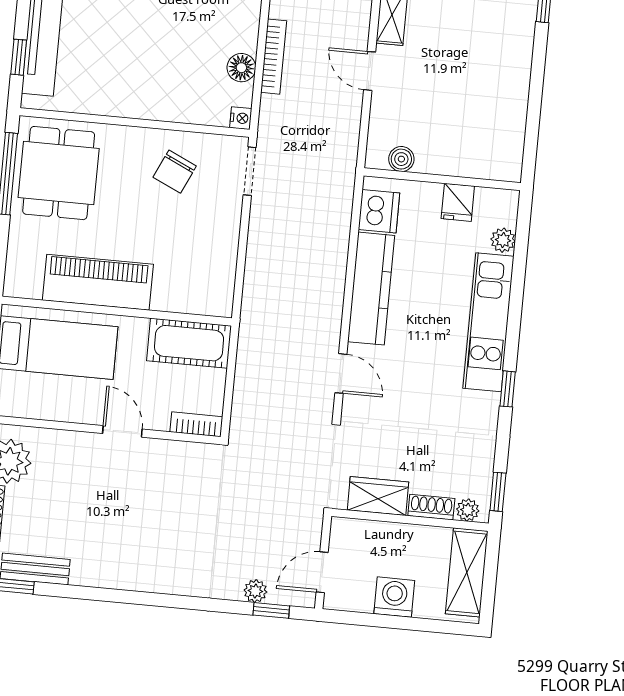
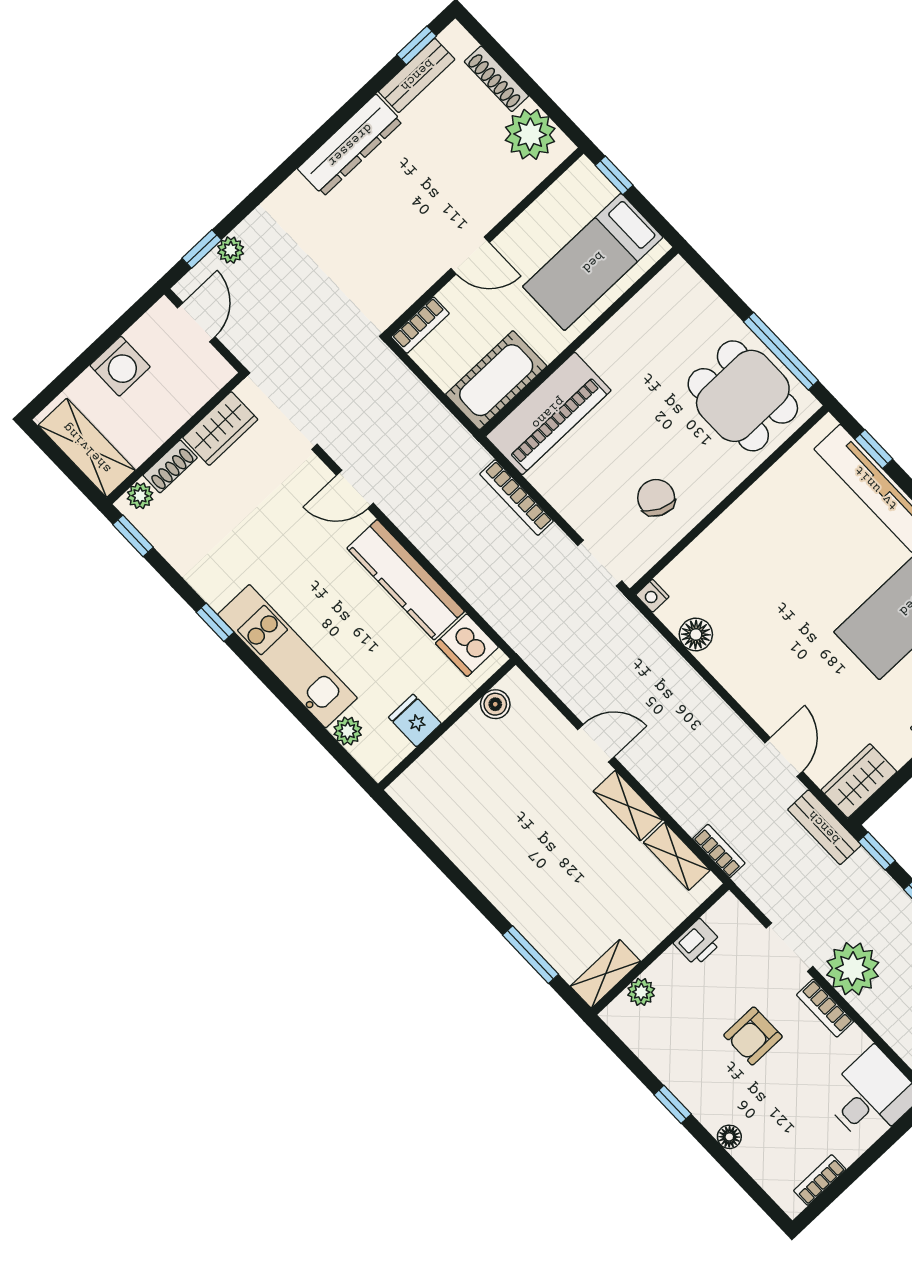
bookcase: (274, 57) -> (517, 498), moved
piano: (98, 282) -> (548, 413), moved
dresser: (119, 573) -> (350, 145), added

